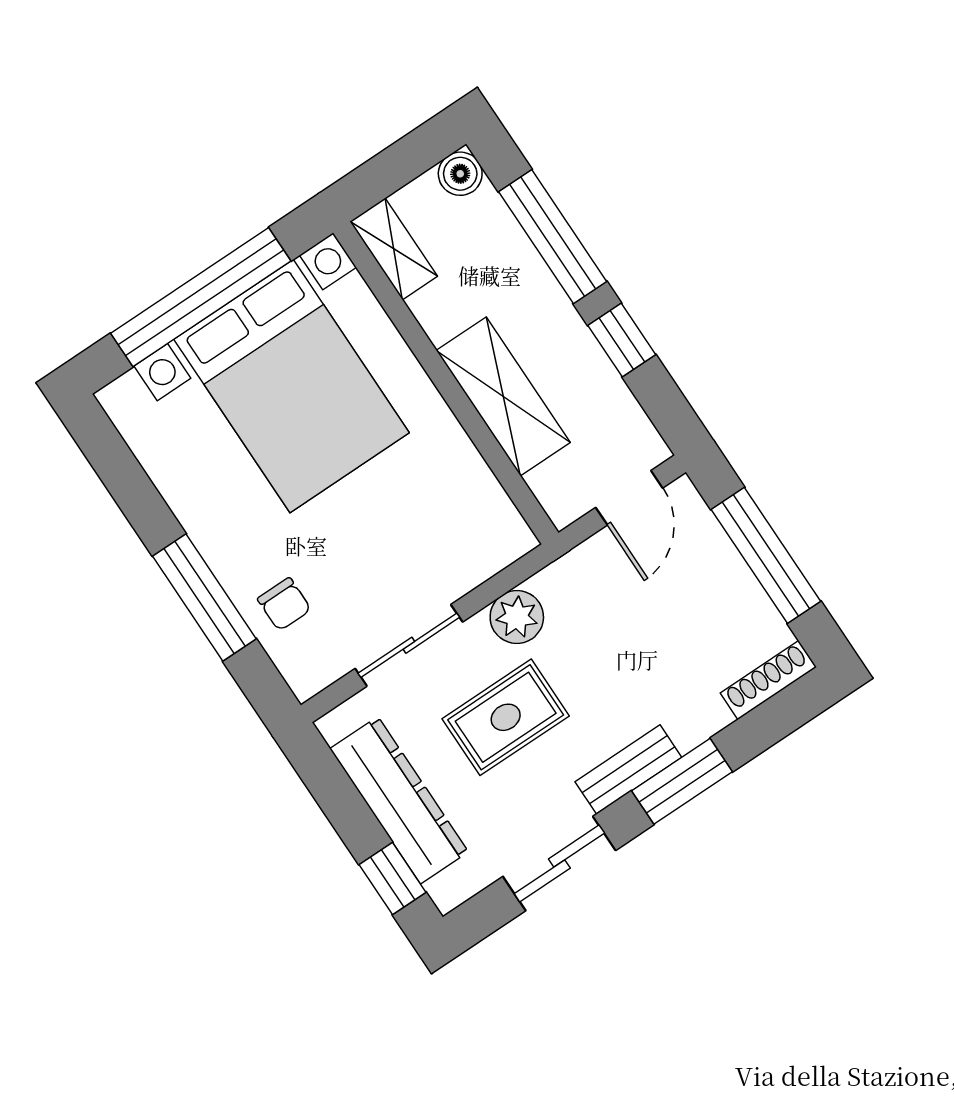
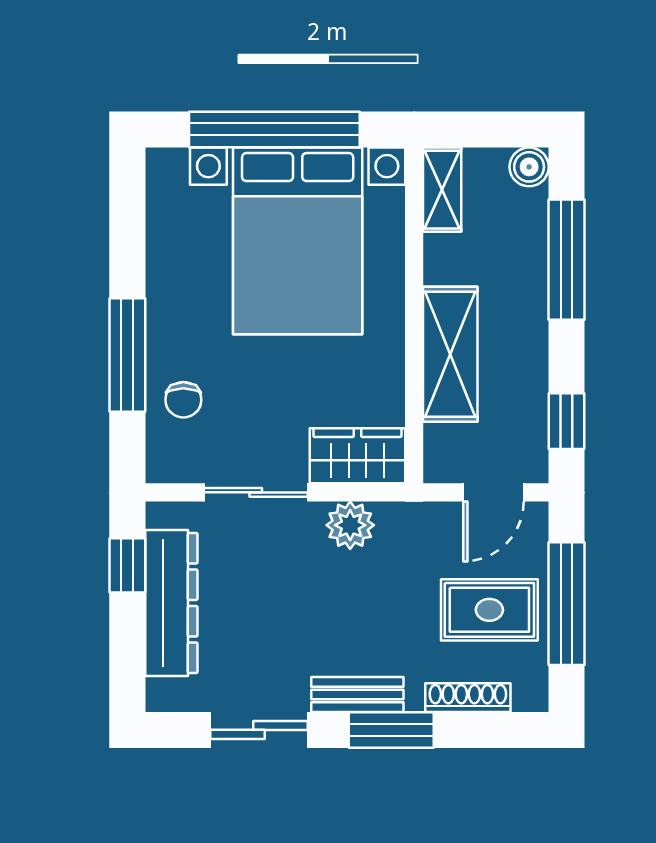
window: (622, 340) -> (567, 421), moved
wardrobe: (480, 548) -> (357, 456), added
shoe rack: (768, 680) -> (468, 698), moved
rug: (506, 717) -> (489, 610), moved
window: (393, 878) -> (127, 565), moved

